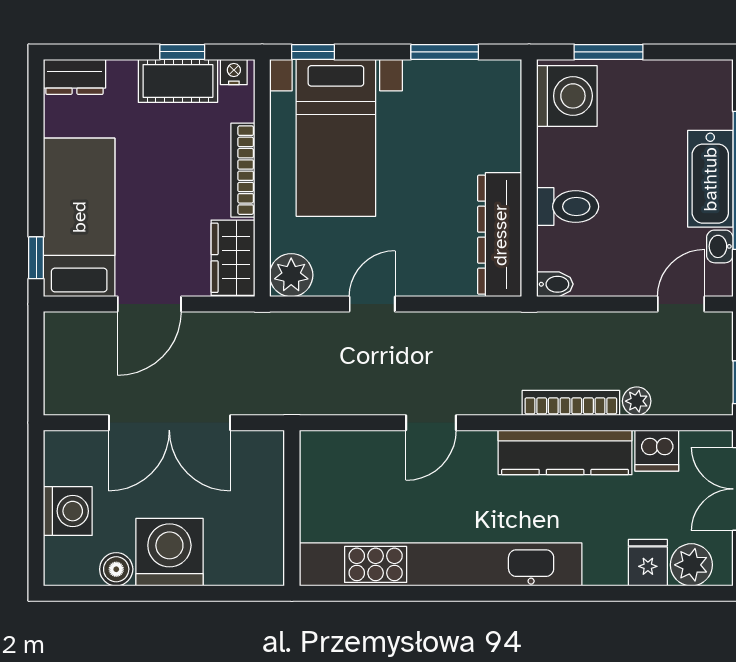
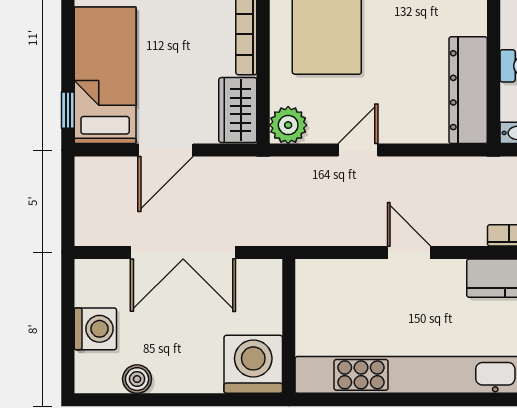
door: (431, 423) -> (409, 253), swing flipped
washing machine: (169, 552) -> (253, 364), moved

